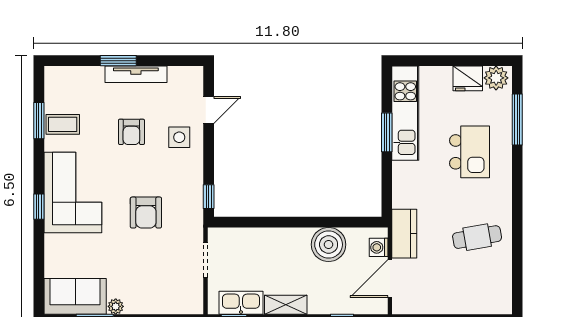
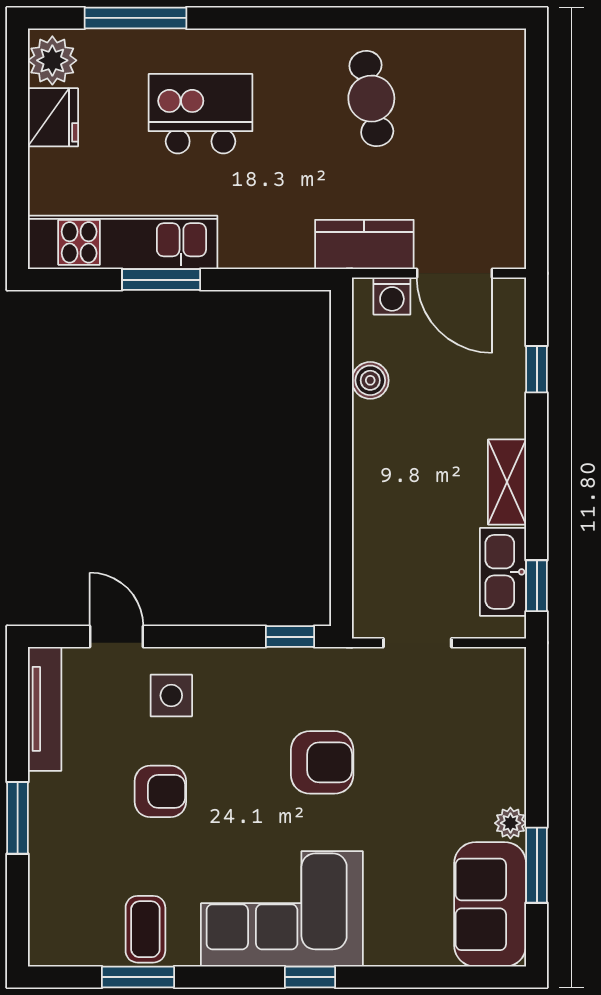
tv unit: (136, 74) -> (45, 709), moved
boiler: (329, 245) -> (370, 380), width x0.54, depth x0.54

